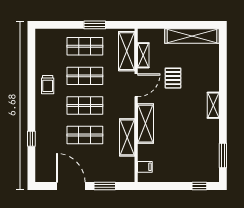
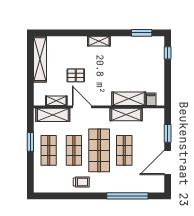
shop shelf: (85, 105) -> (99, 150), width x1.43, depth x1.36
shelving: (145, 124) -> (129, 99), moved
window: (31, 139) -> (127, 196), width x3.17

